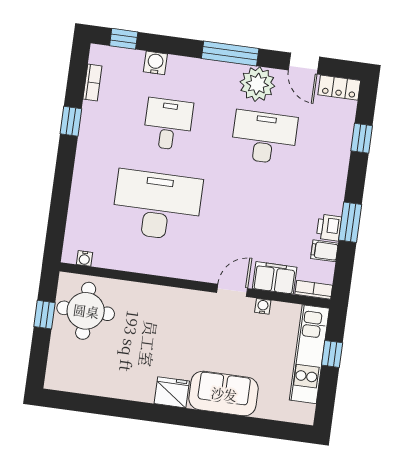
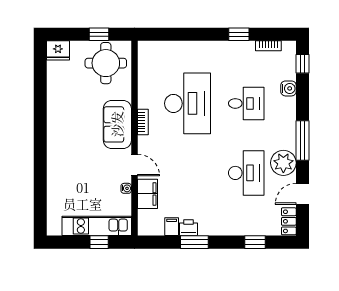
water cooler: (84, 258) -> (143, 57), removed
bookcase: (314, 290) -> (143, 122), moved
fridge: (172, 392) -> (58, 50), moved, turned 90
sofa: (224, 394) -> (117, 124), moved, turned 180

